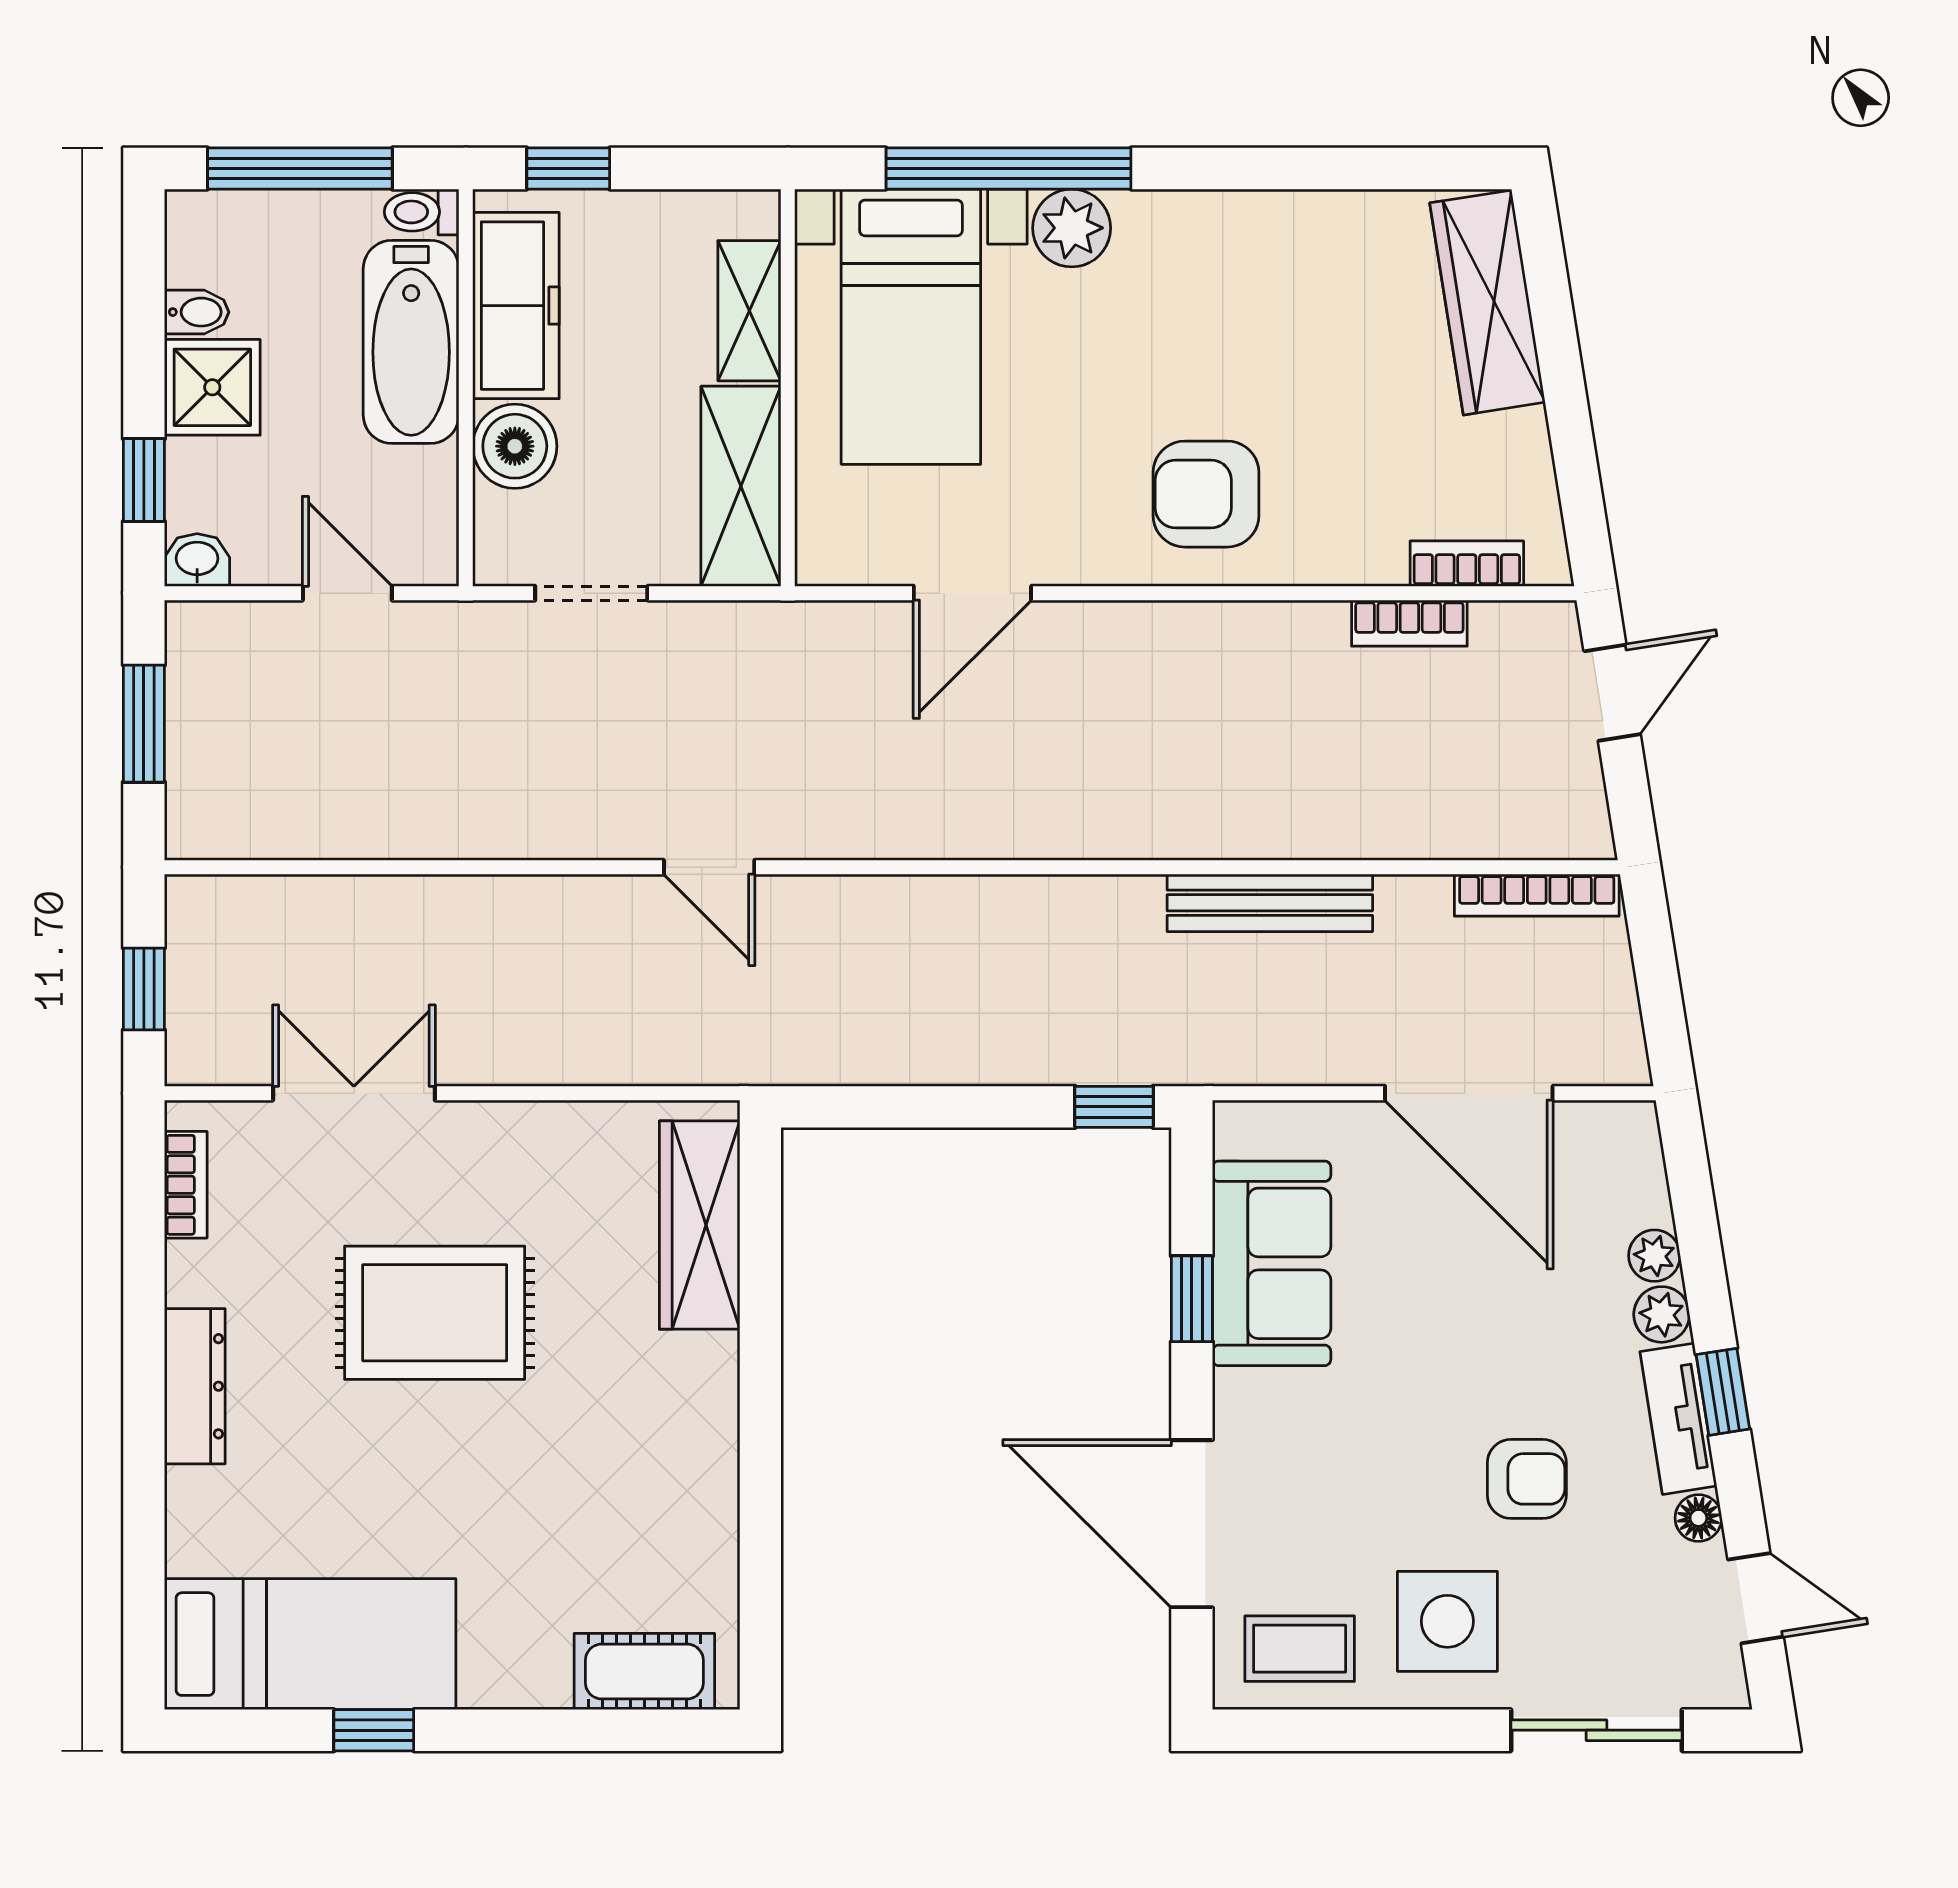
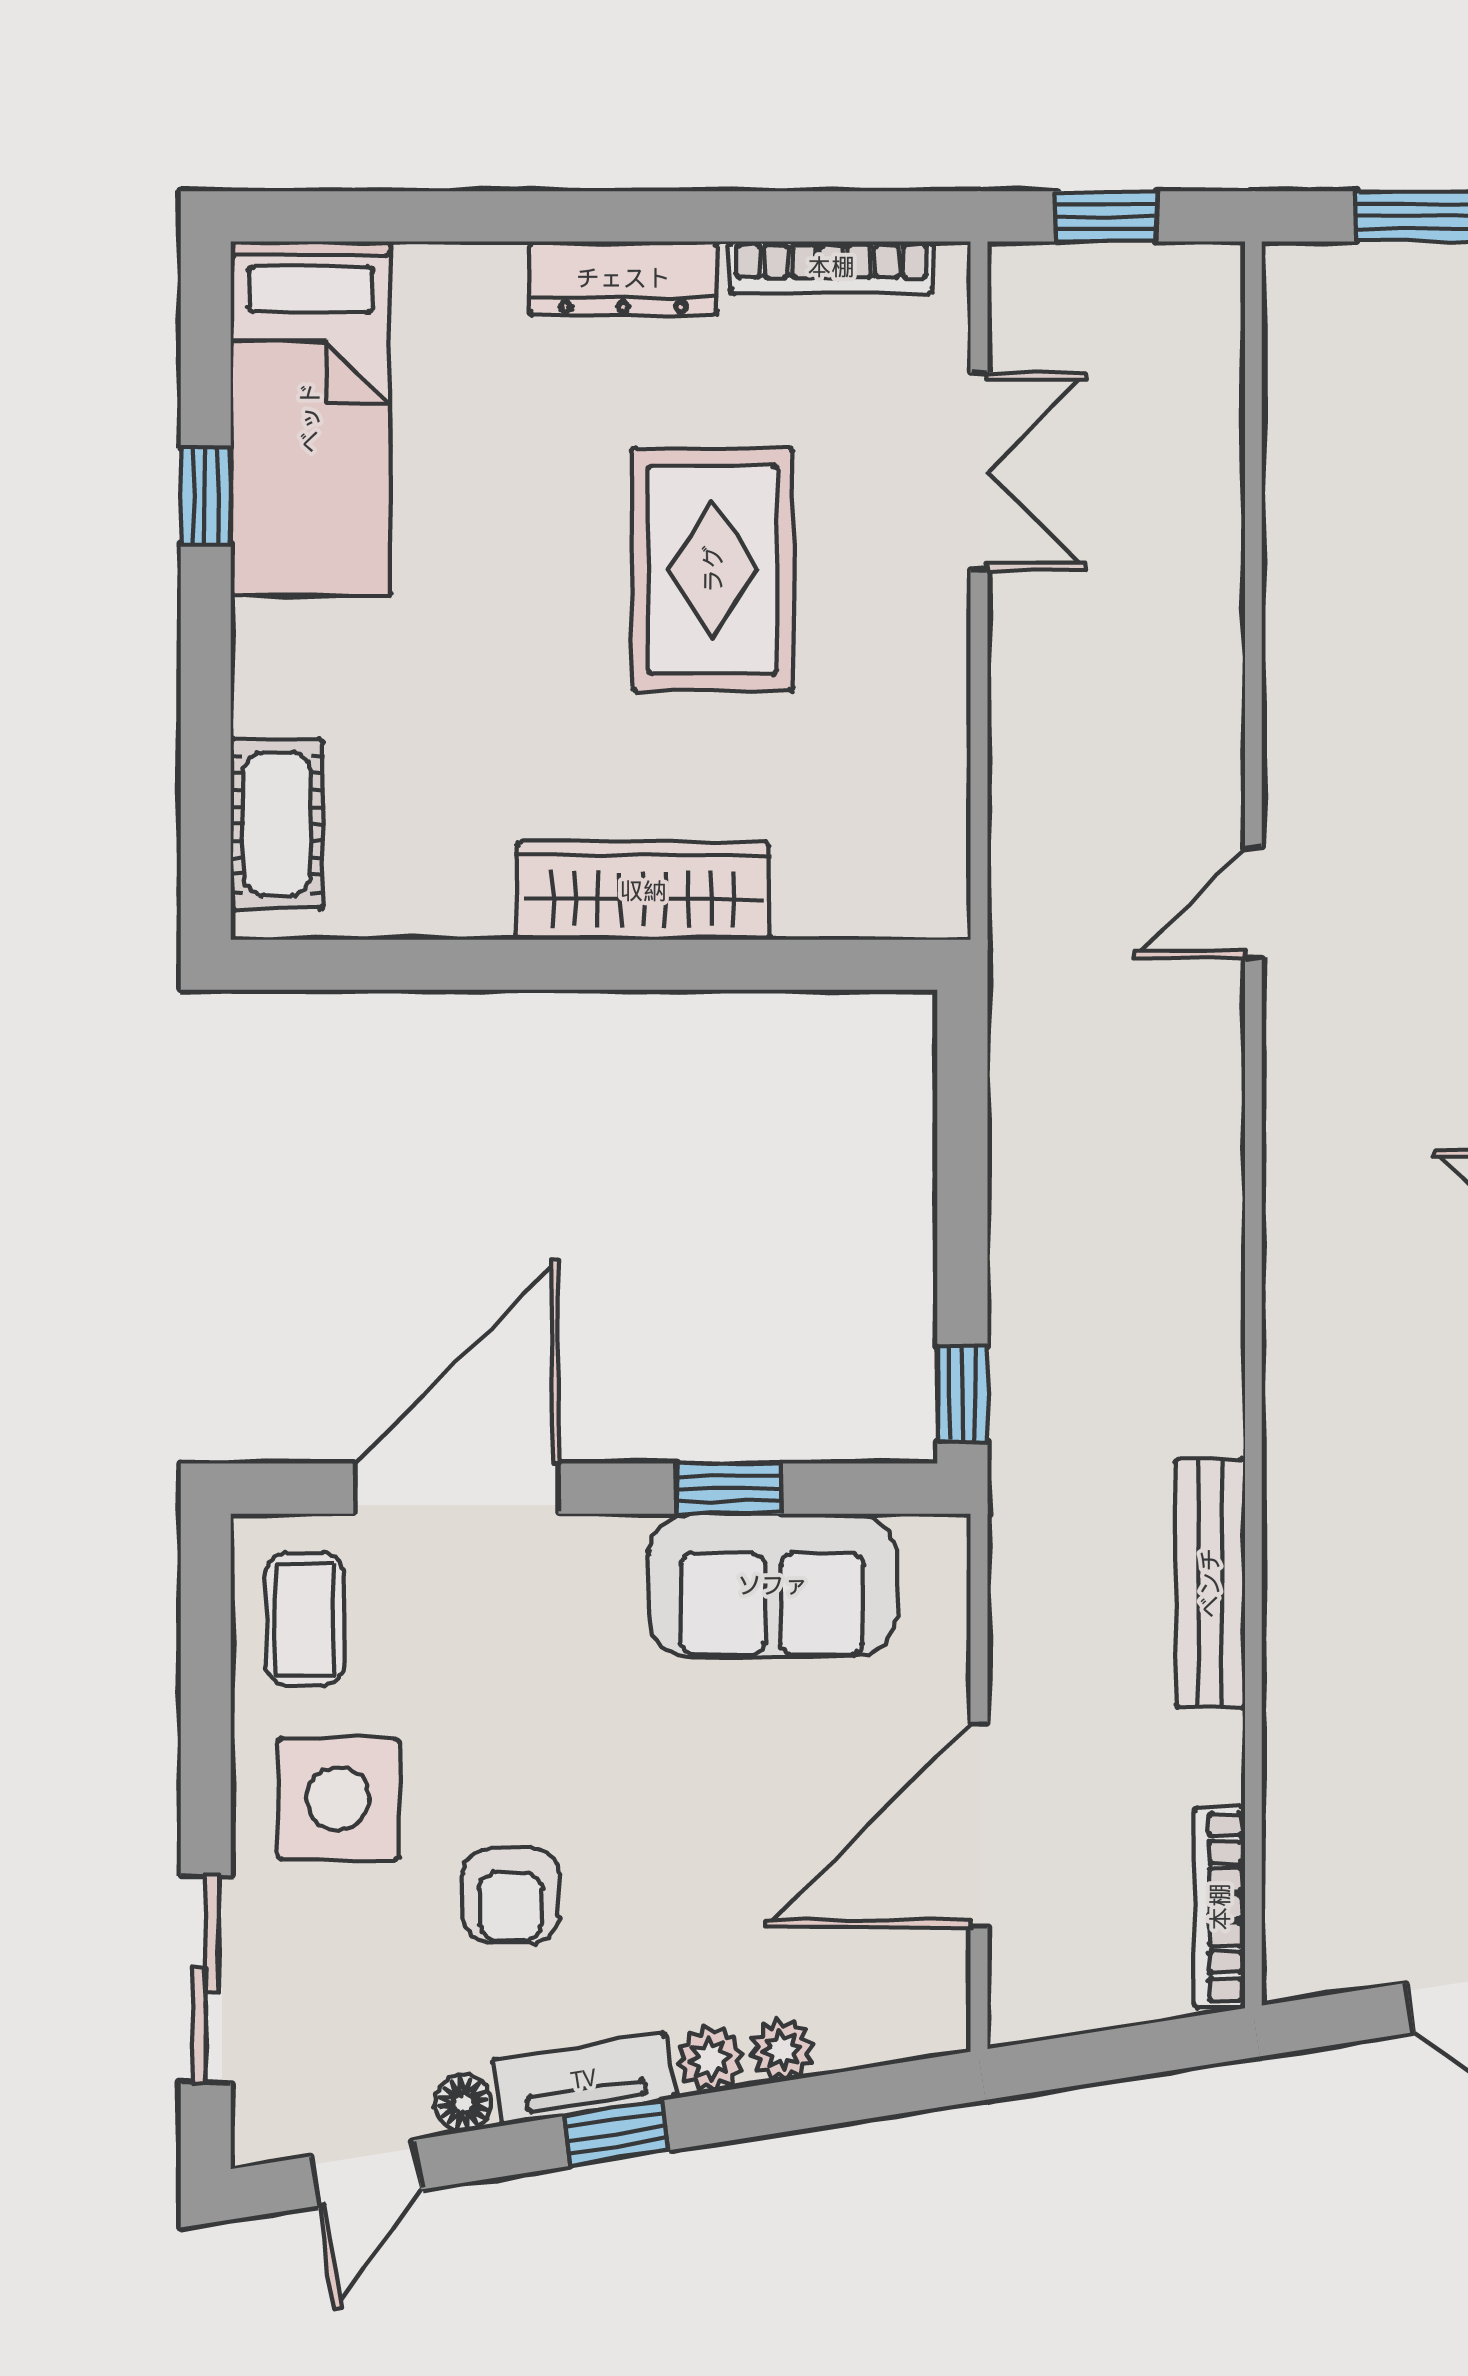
bookcase: (186, 1185) -> (831, 267), width x1.56
wardrobe: (700, 1225) -> (643, 891), moved

